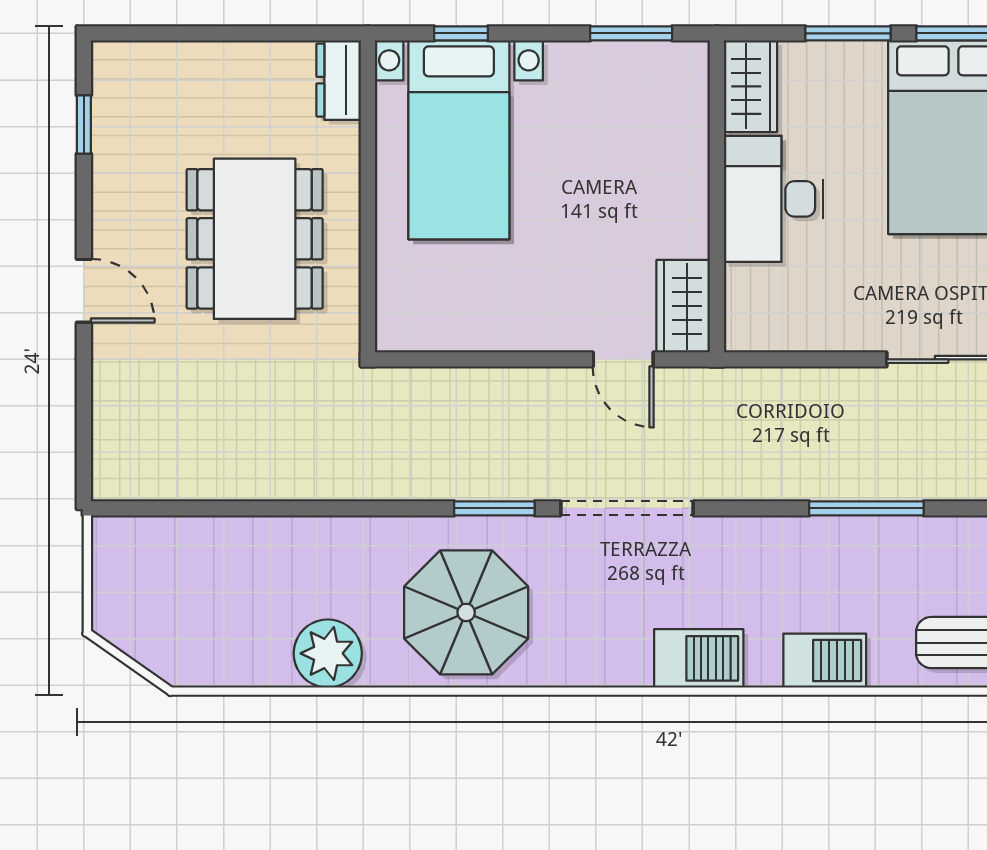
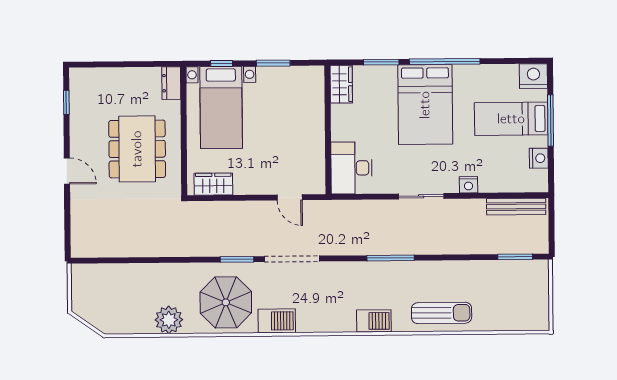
window: (631, 33) -> (273, 63), moved
desk: (773, 199) -> (351, 168), moved
wardrobe: (683, 306) -> (213, 184), moved, turned 90
barbecue: (699, 658) -> (277, 321), moved

